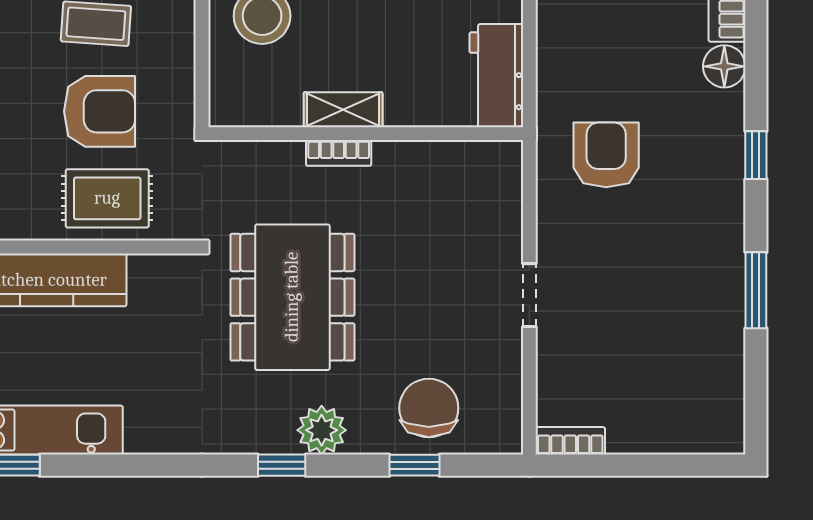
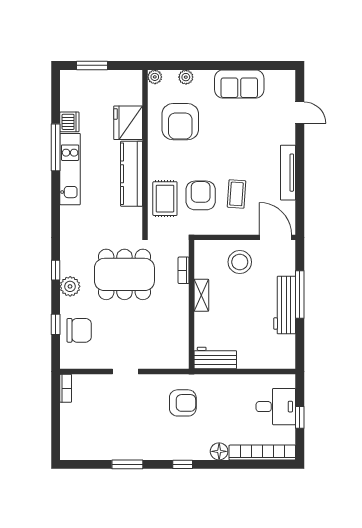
armchair: (99, 111) -> (201, 195), turned 180
bookcase: (339, 153) -> (184, 270), moved

